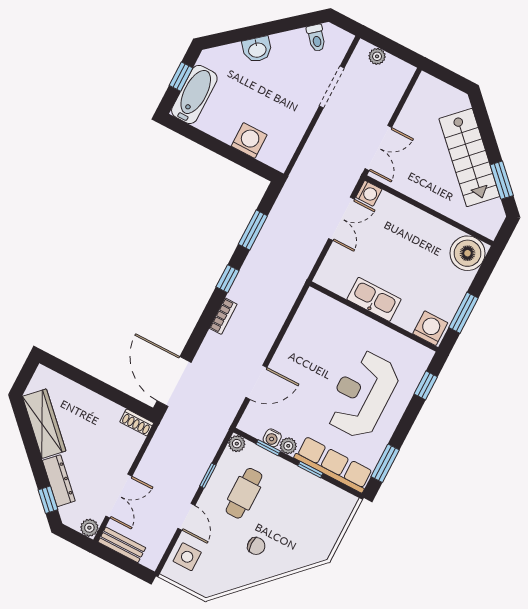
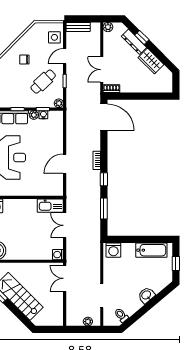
bathtub: (194, 94) -> (151, 250), moved, turned -90
washing machine: (249, 140) -> (113, 250), moved
double door: (341, 219) -> (65, 225), moved
kitchen sink: (374, 299) -> (50, 206), moved
door: (256, 382) -> (65, 164), moved
wardrobe: (44, 424) -> (151, 61), width x0.67
cafe table: (244, 493) -> (43, 82), turned 47
double door: (119, 496) -> (102, 70), moved
window: (48, 500) -> (142, 37), moved
door: (186, 517) -> (65, 56), hinge flipped
bench: (122, 545) -> (78, 27), moved

